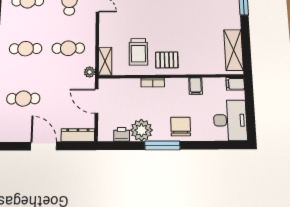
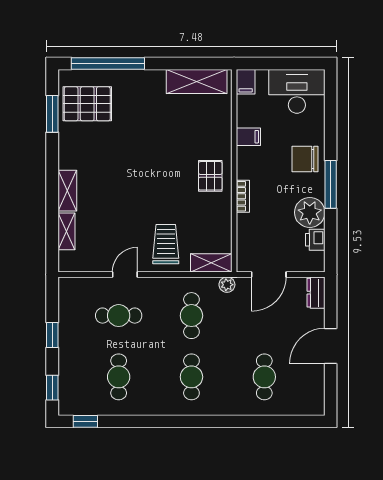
trolley: (138, 52) -> (166, 244), moved, turned -90
dresser: (78, 135) -> (316, 293), width x0.70

